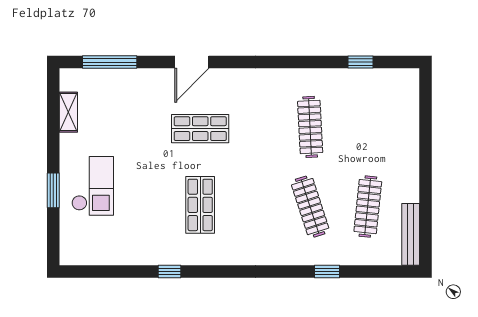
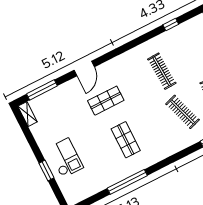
shelving: (68, 112) -> (28, 114), moved
window: (169, 271) -> (127, 182), width x3.17

